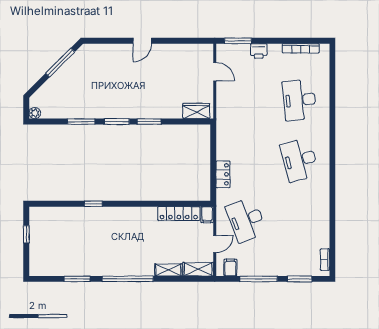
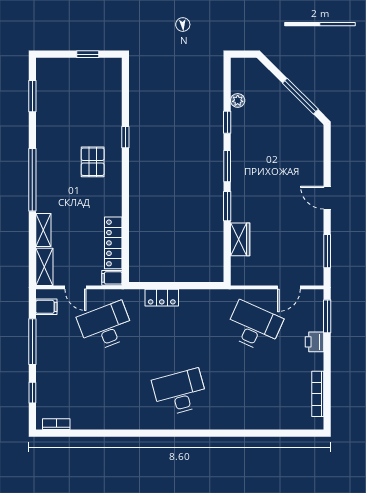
window: (185, 41) -> (327, 251), added
desk: (299, 100) -> (254, 326), moved, turned 30
wardrobe: (196, 111) -> (240, 239), moved
plant: (35, 113) -> (238, 100), moved
window: (81, 122) -> (227, 122), width x0.67
pallet: (113, 230) -> (93, 162), added
window: (77, 279) -> (32, 96), moved
window: (300, 279) -> (32, 393), width x0.67

